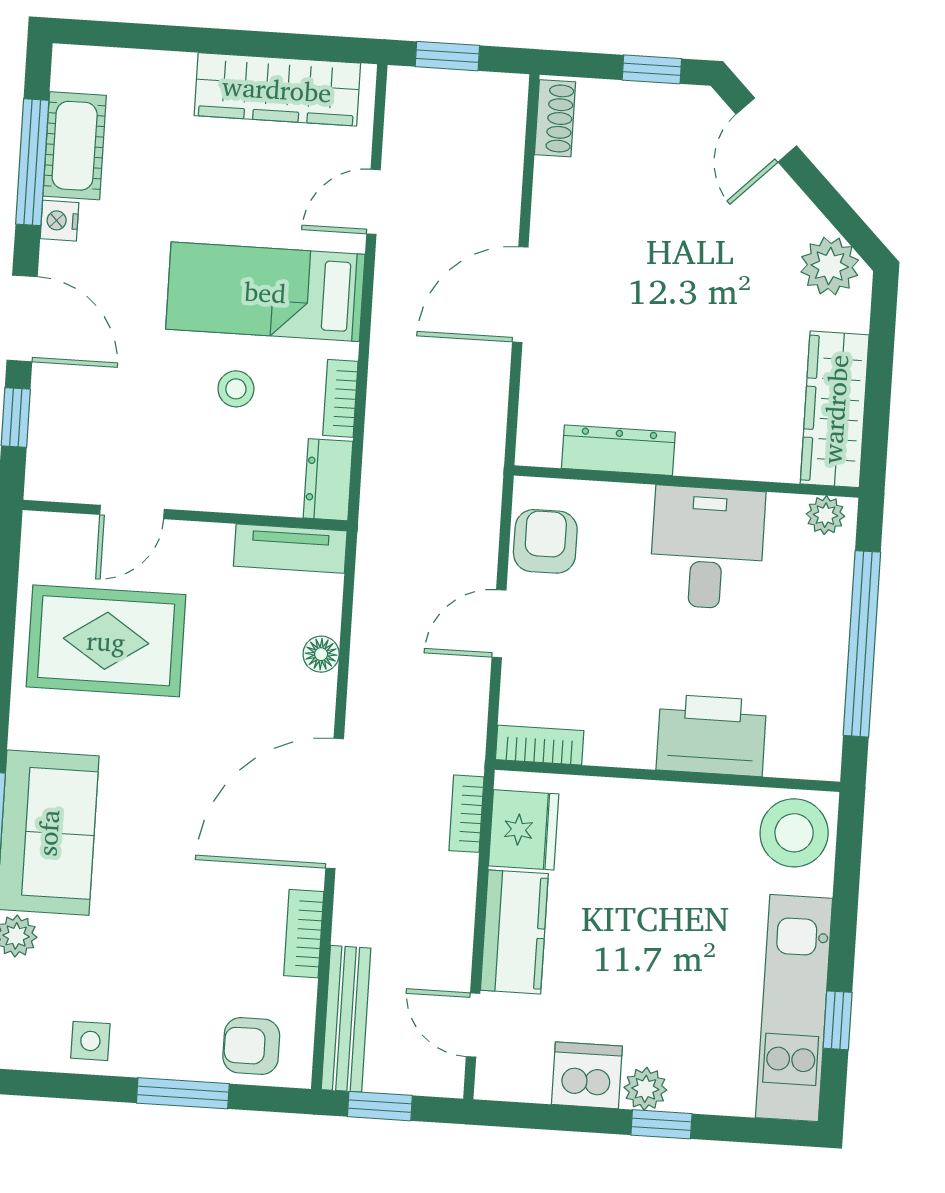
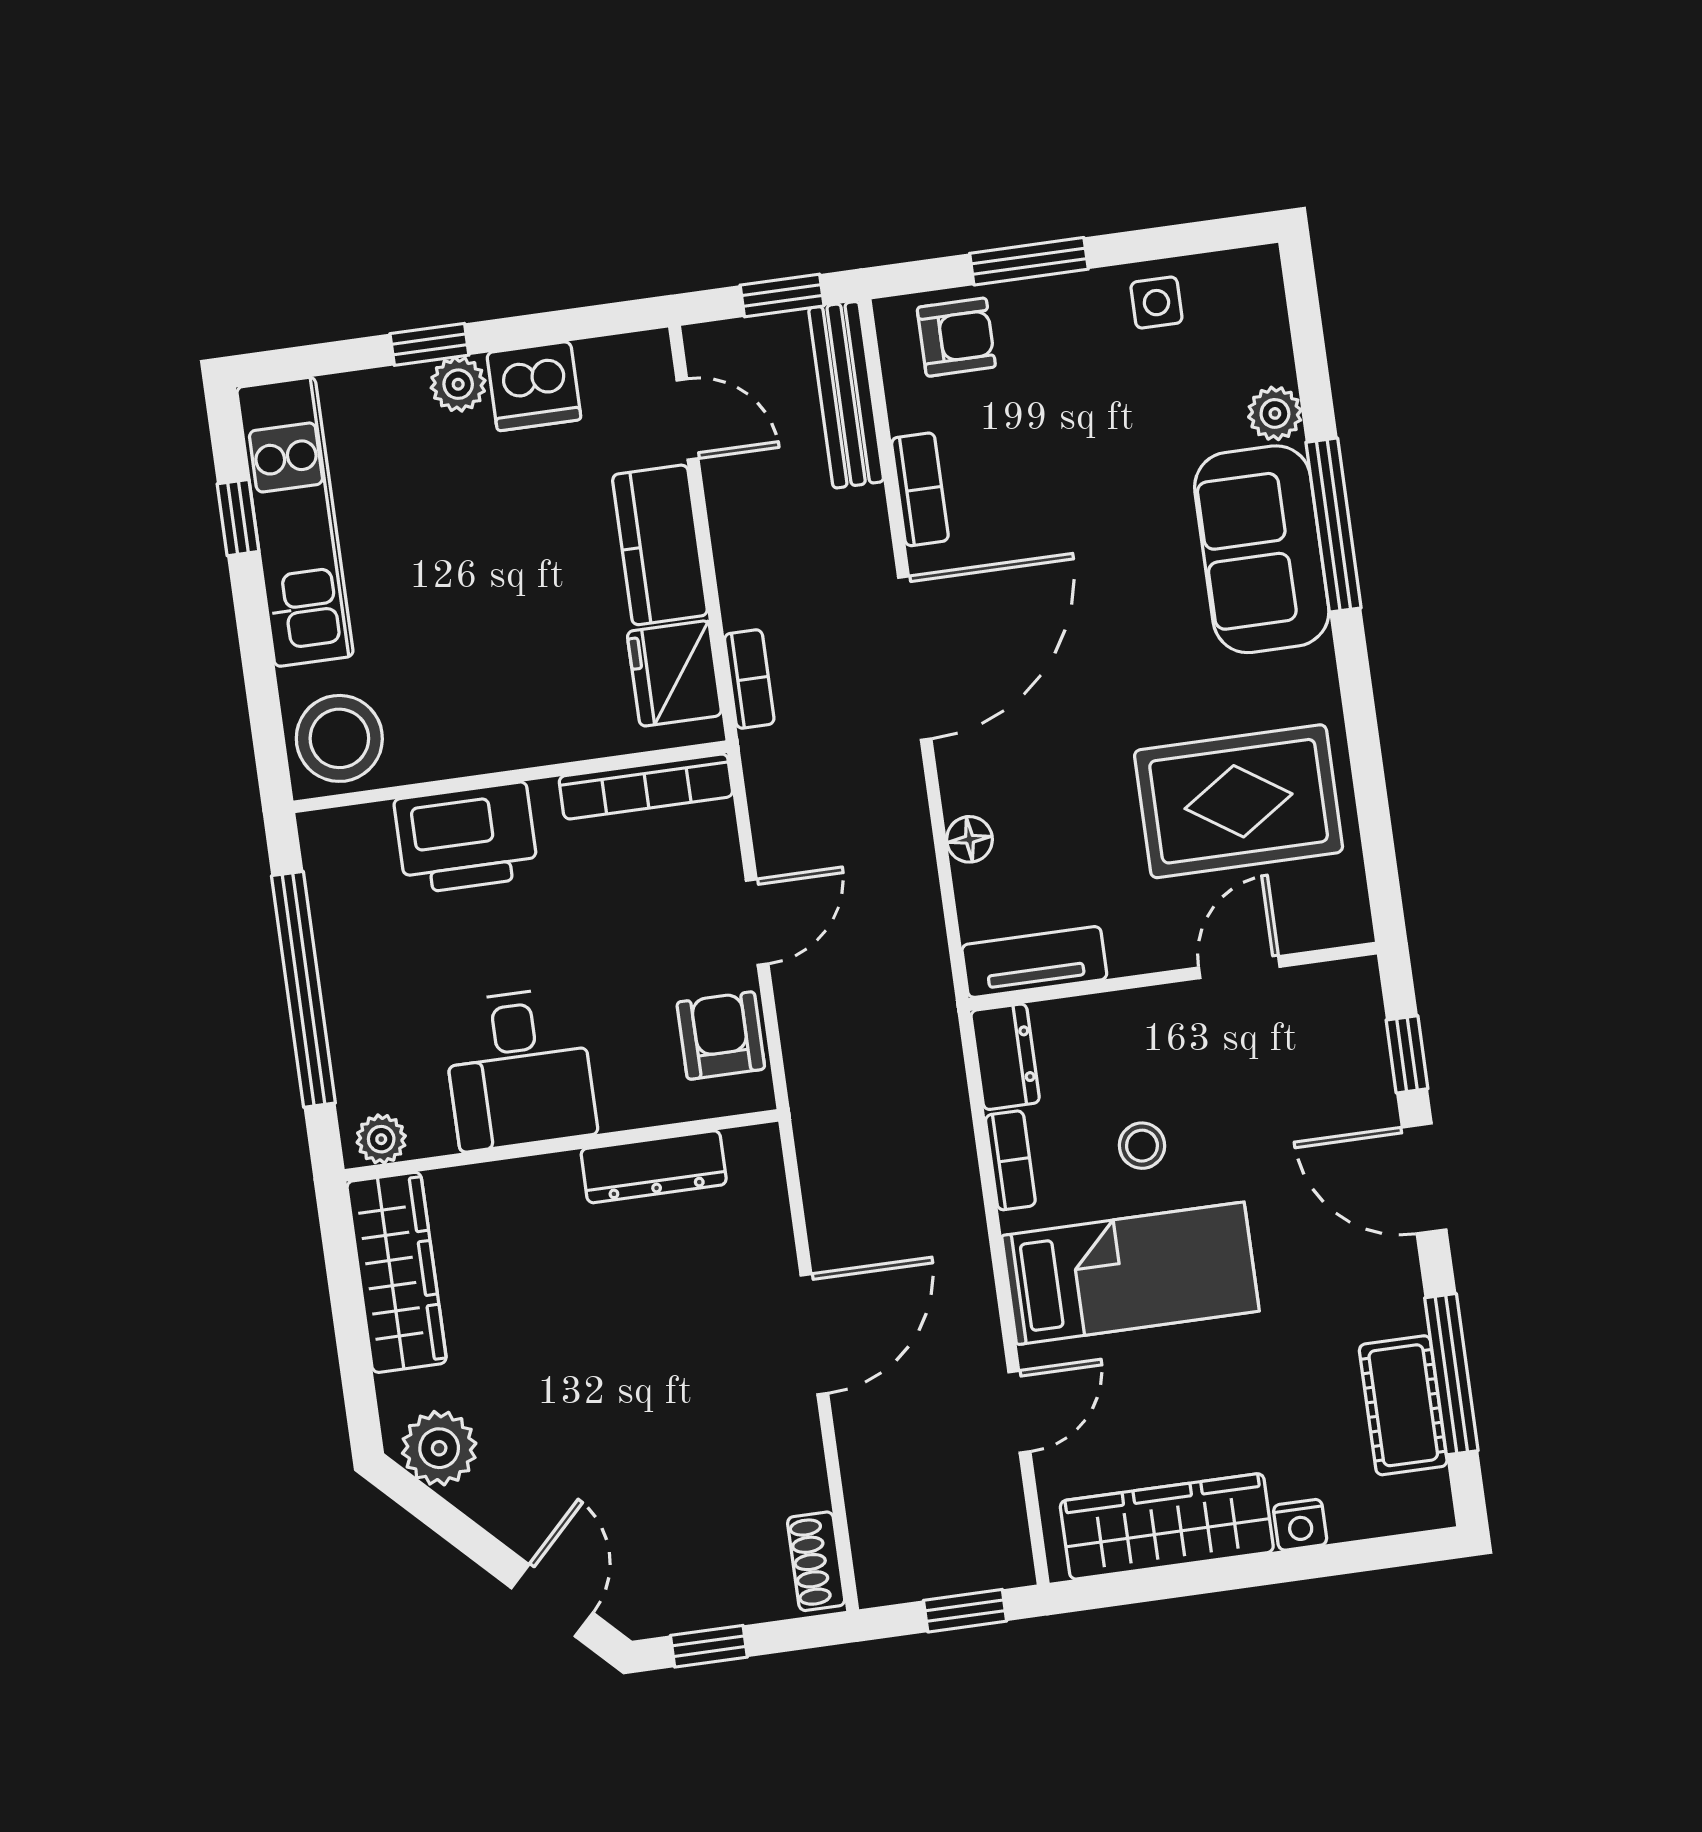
nightstand: (59, 221) -> (1300, 1525), moved, turned 90
armchair: (545, 541) -> (721, 1036), turned 180
bookcase: (540, 745) -> (646, 787), width x1.56

